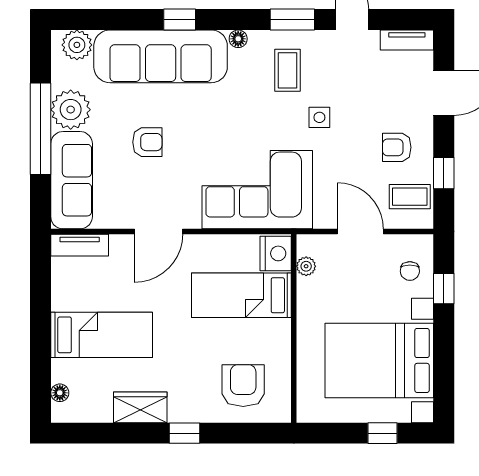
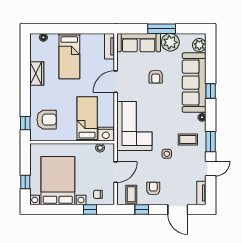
window: (41, 129) -> (162, 29), width x0.68
door: (159, 231) -> (116, 82), hinge flipped
window: (185, 433) -> (25, 123), moved

